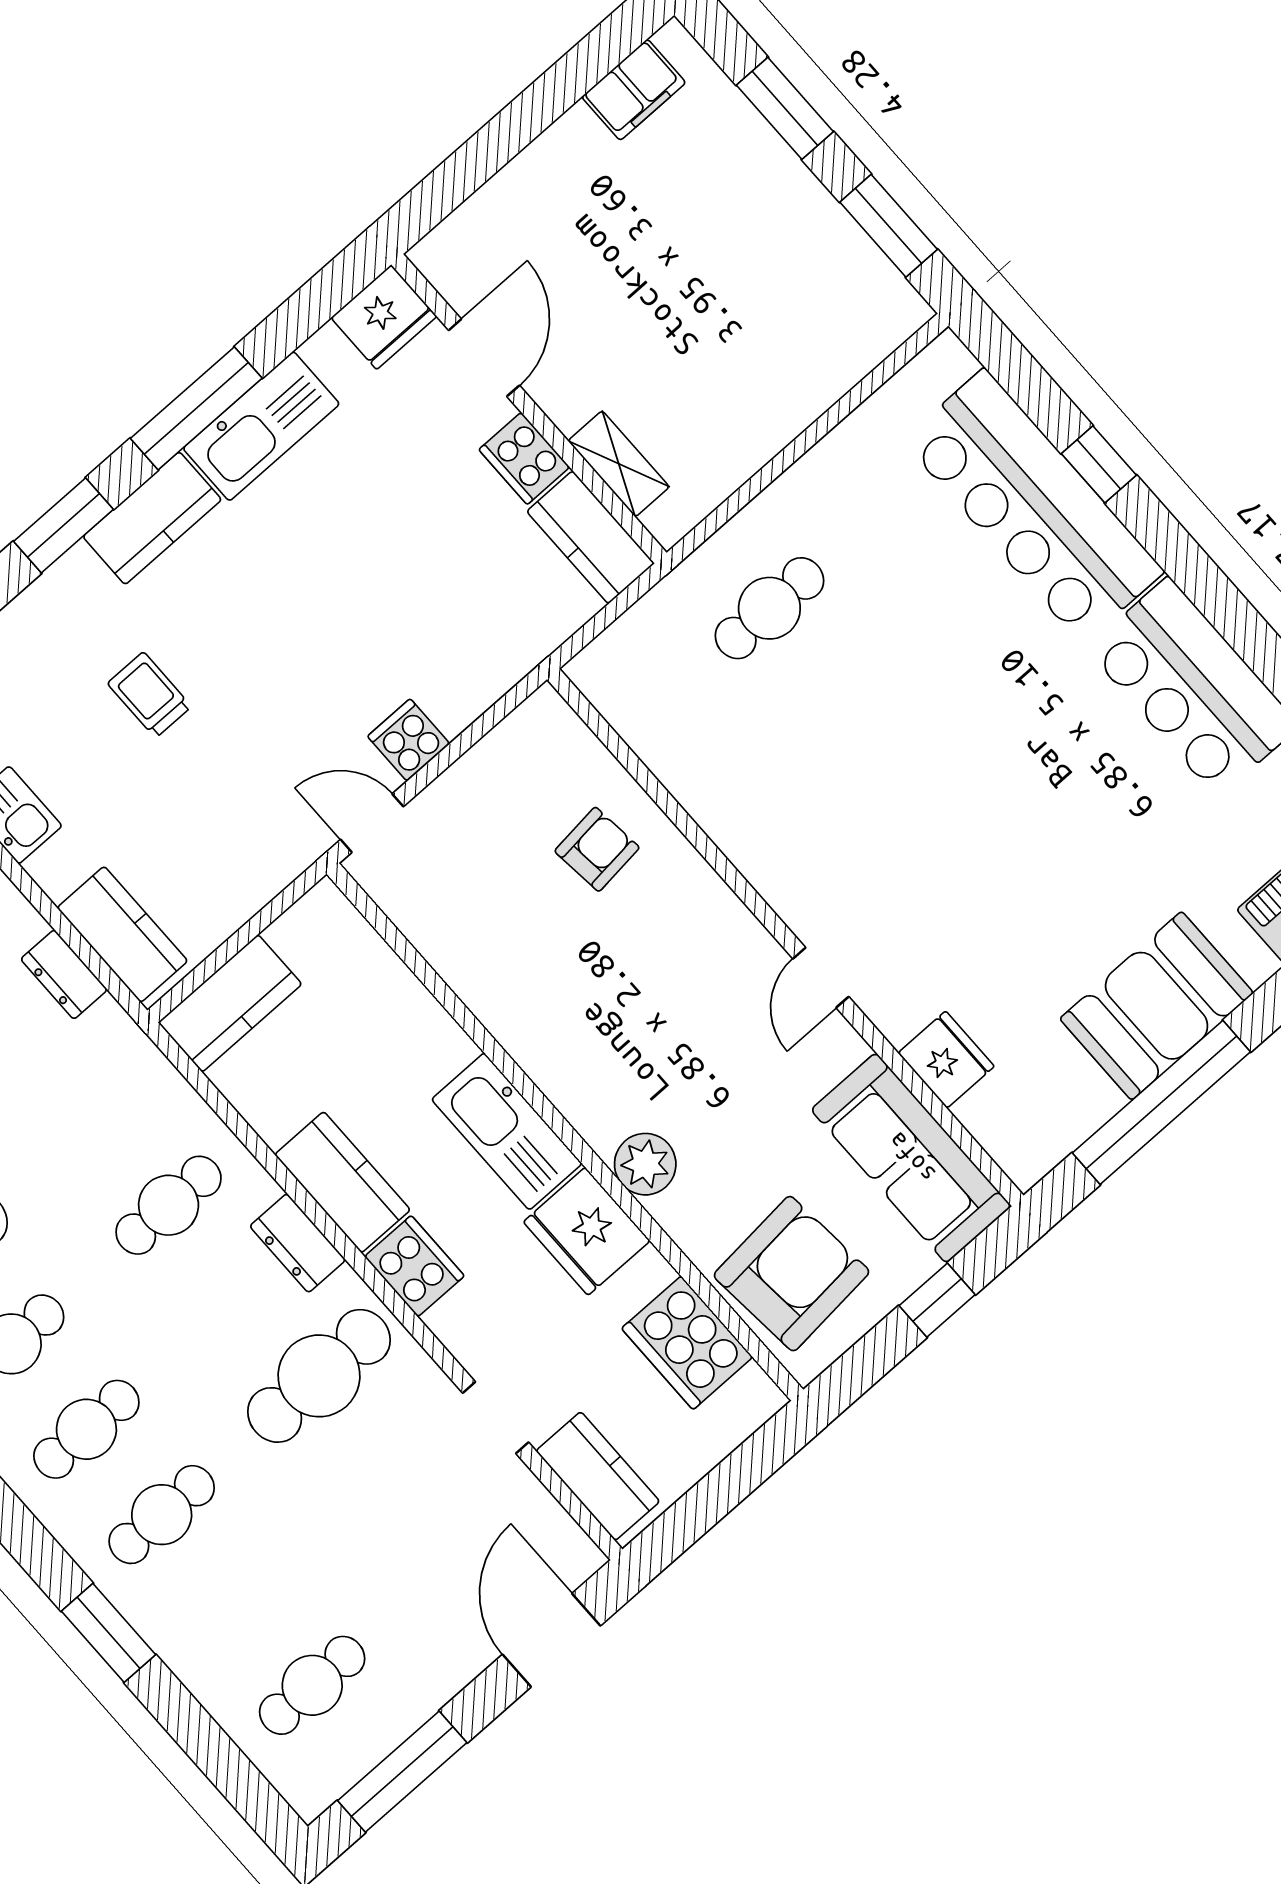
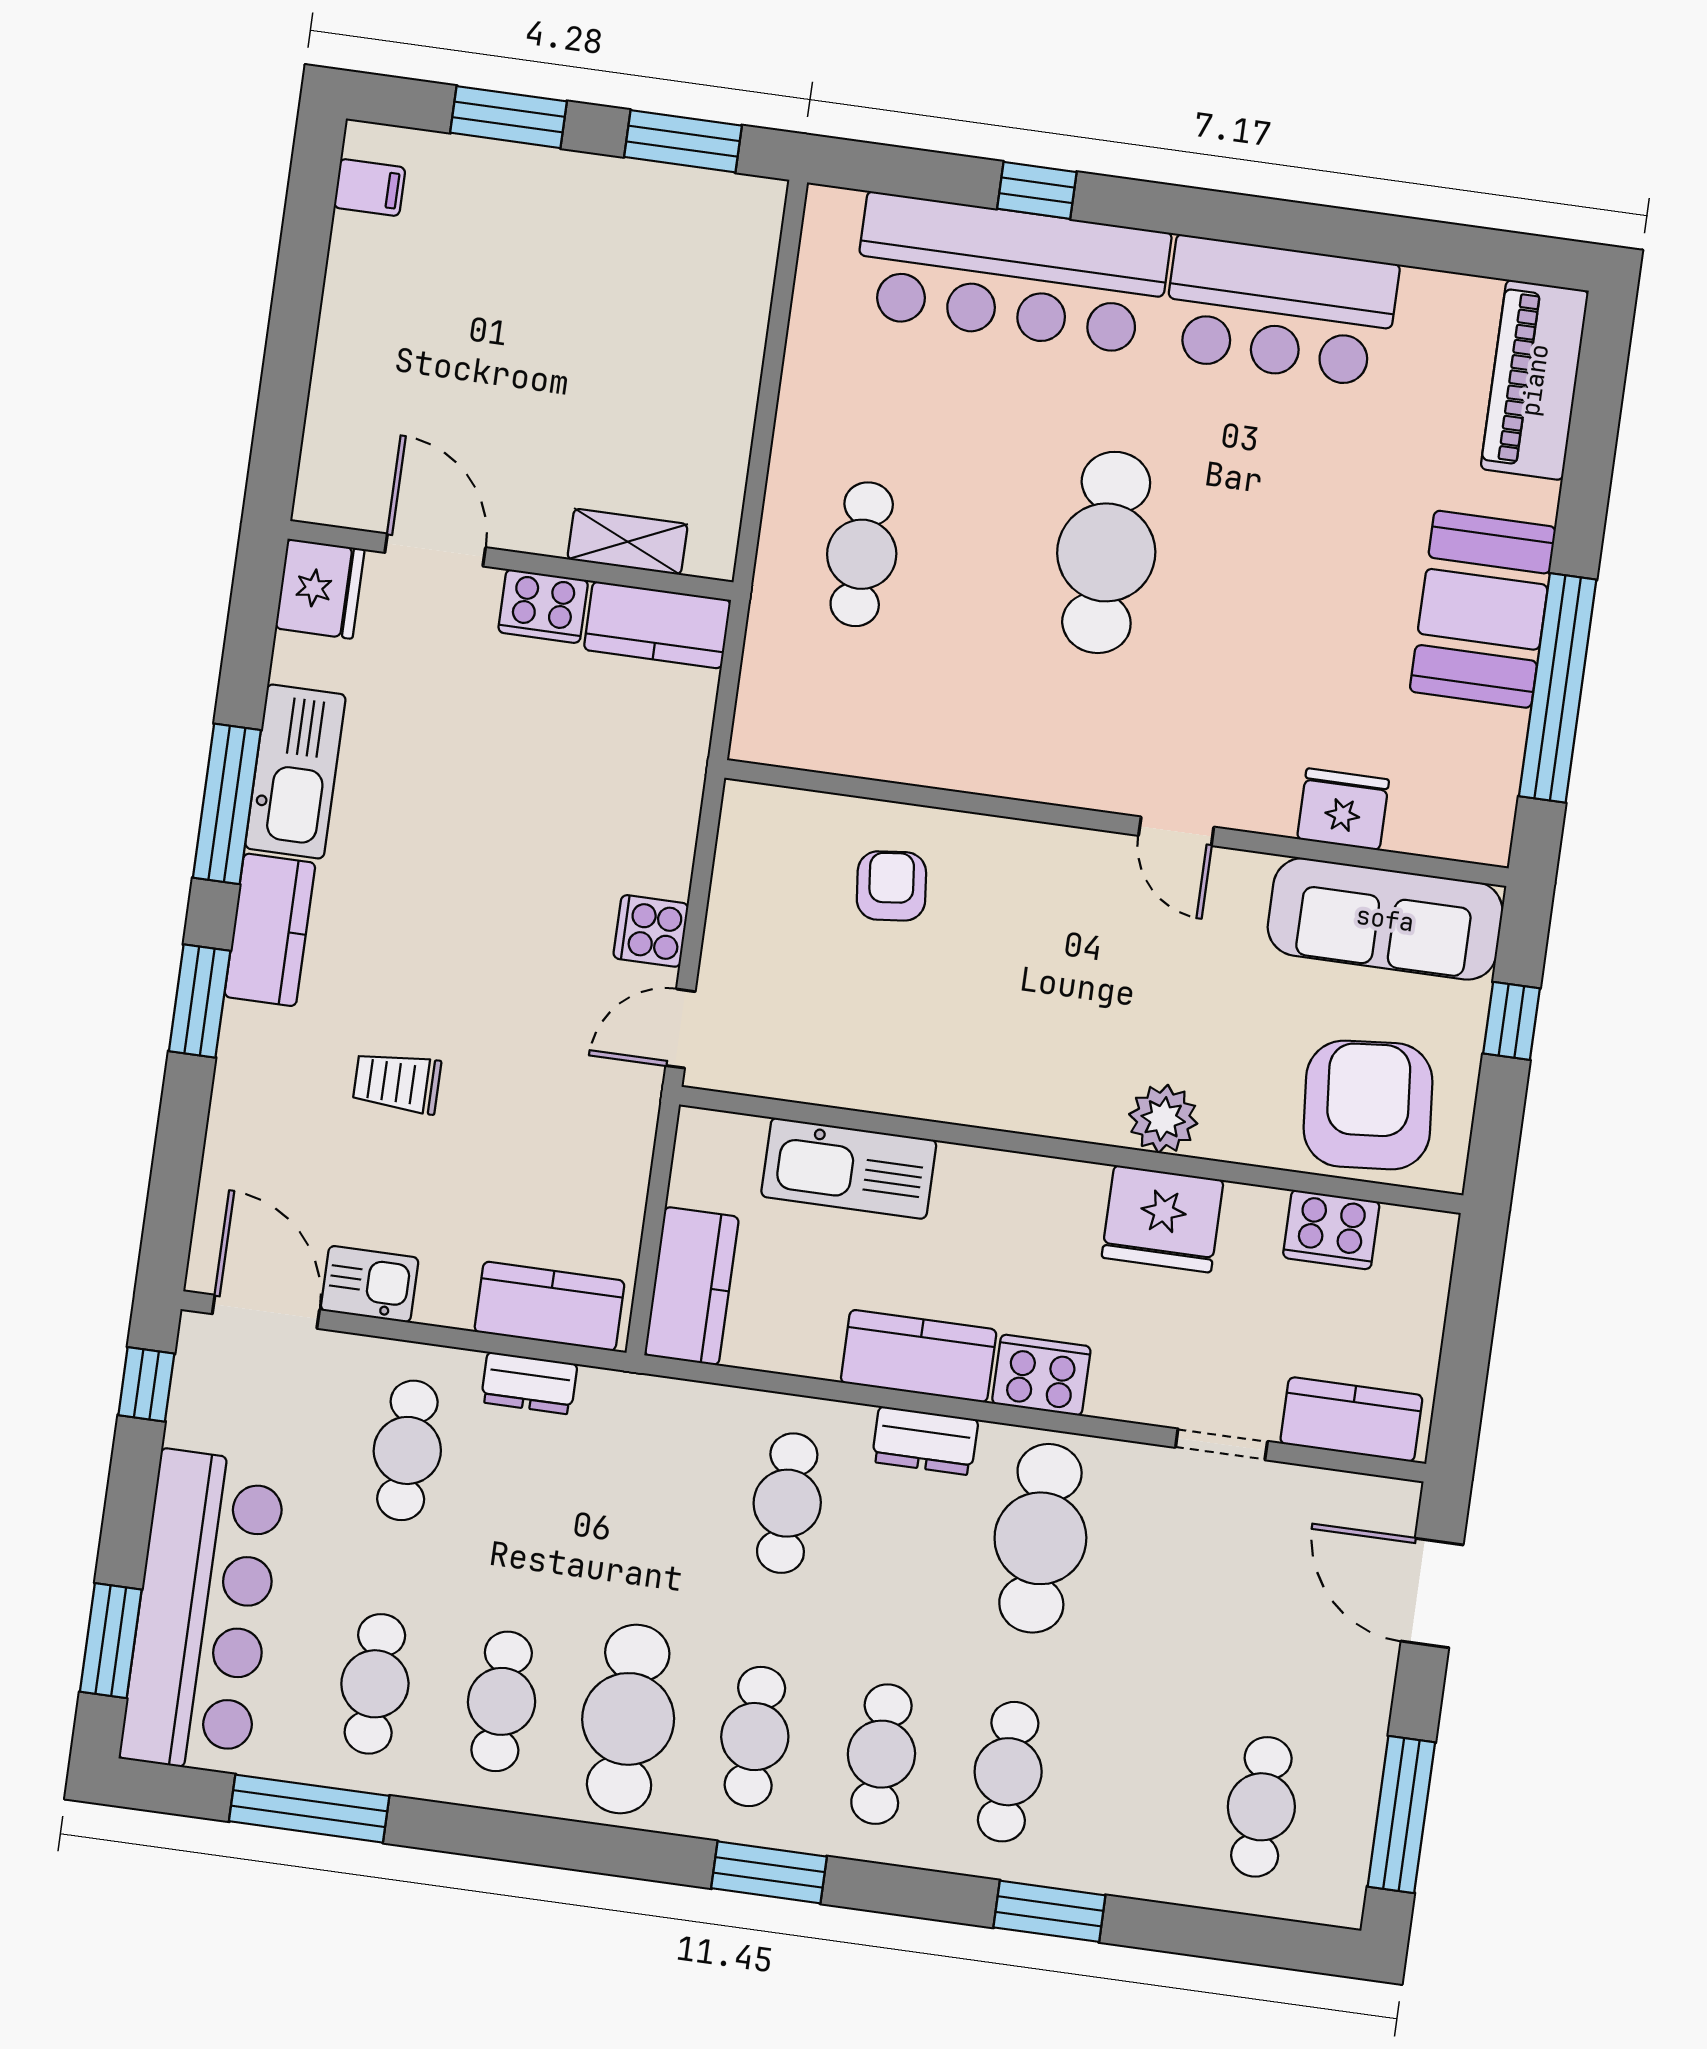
filing cabinet: (634, 90) -> (370, 187), width x0.50
cafe table: (935, 749) -> (1106, 552), added
kitchen sink: (507, 1131) -> (849, 1168), moved
cooker: (687, 1343) -> (1331, 1230), width x0.73, depth x0.76

